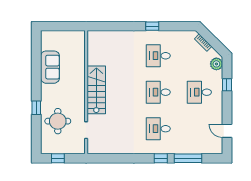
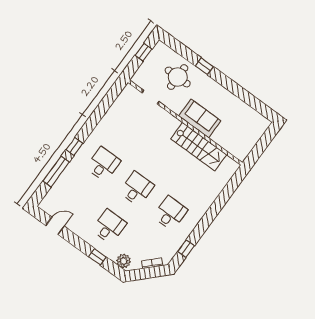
window: (152, 26) -> (186, 249), moved
sofa: (50, 67) -> (200, 118), moved, turned 180
stairs: (96, 90) -> (199, 147), moved

